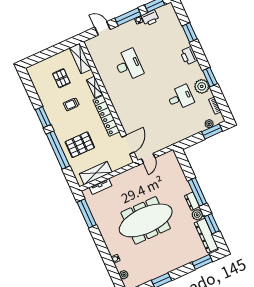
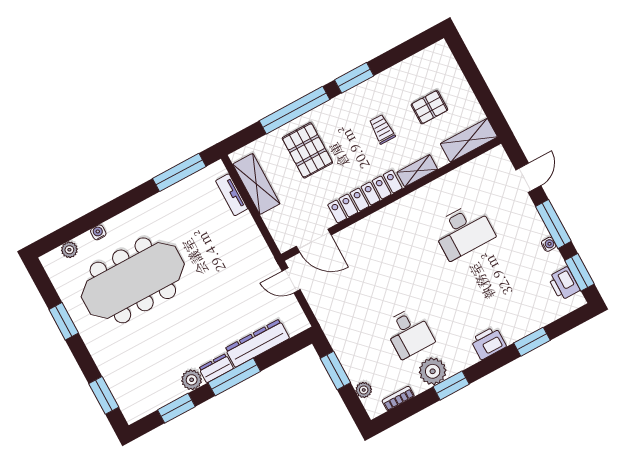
printer: (150, 18) -> (564, 284), moved
window: (212, 131) -> (335, 371), moved
meeting table: (146, 220) -> (133, 280), moved, turned 90
dresser: (206, 236) -> (257, 343), moved

